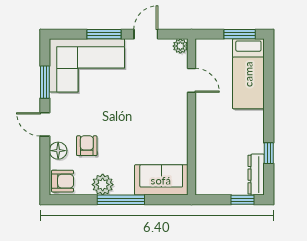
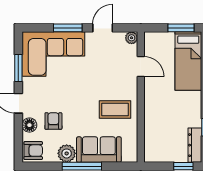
coffee table: (161, 132) -> (115, 109), added
sofa: (161, 180) -> (99, 150), moved

